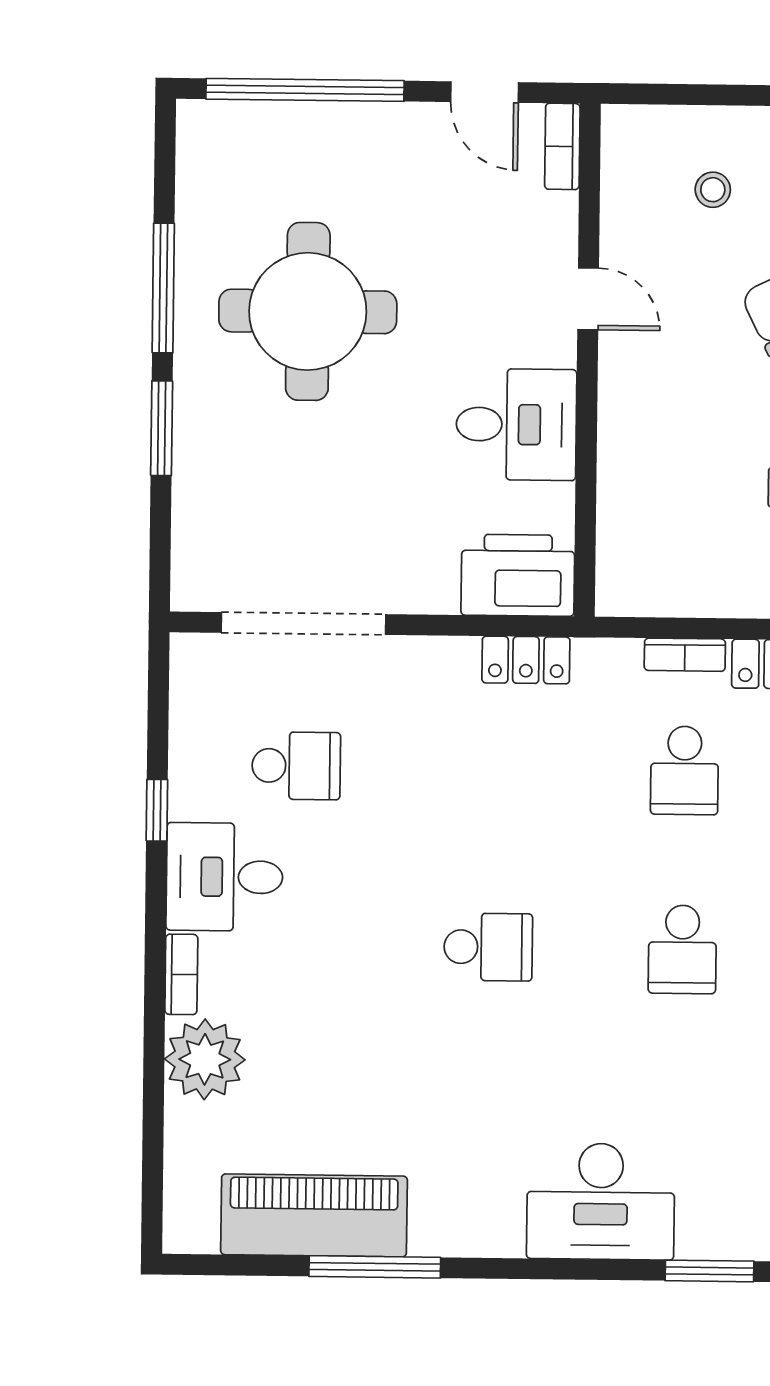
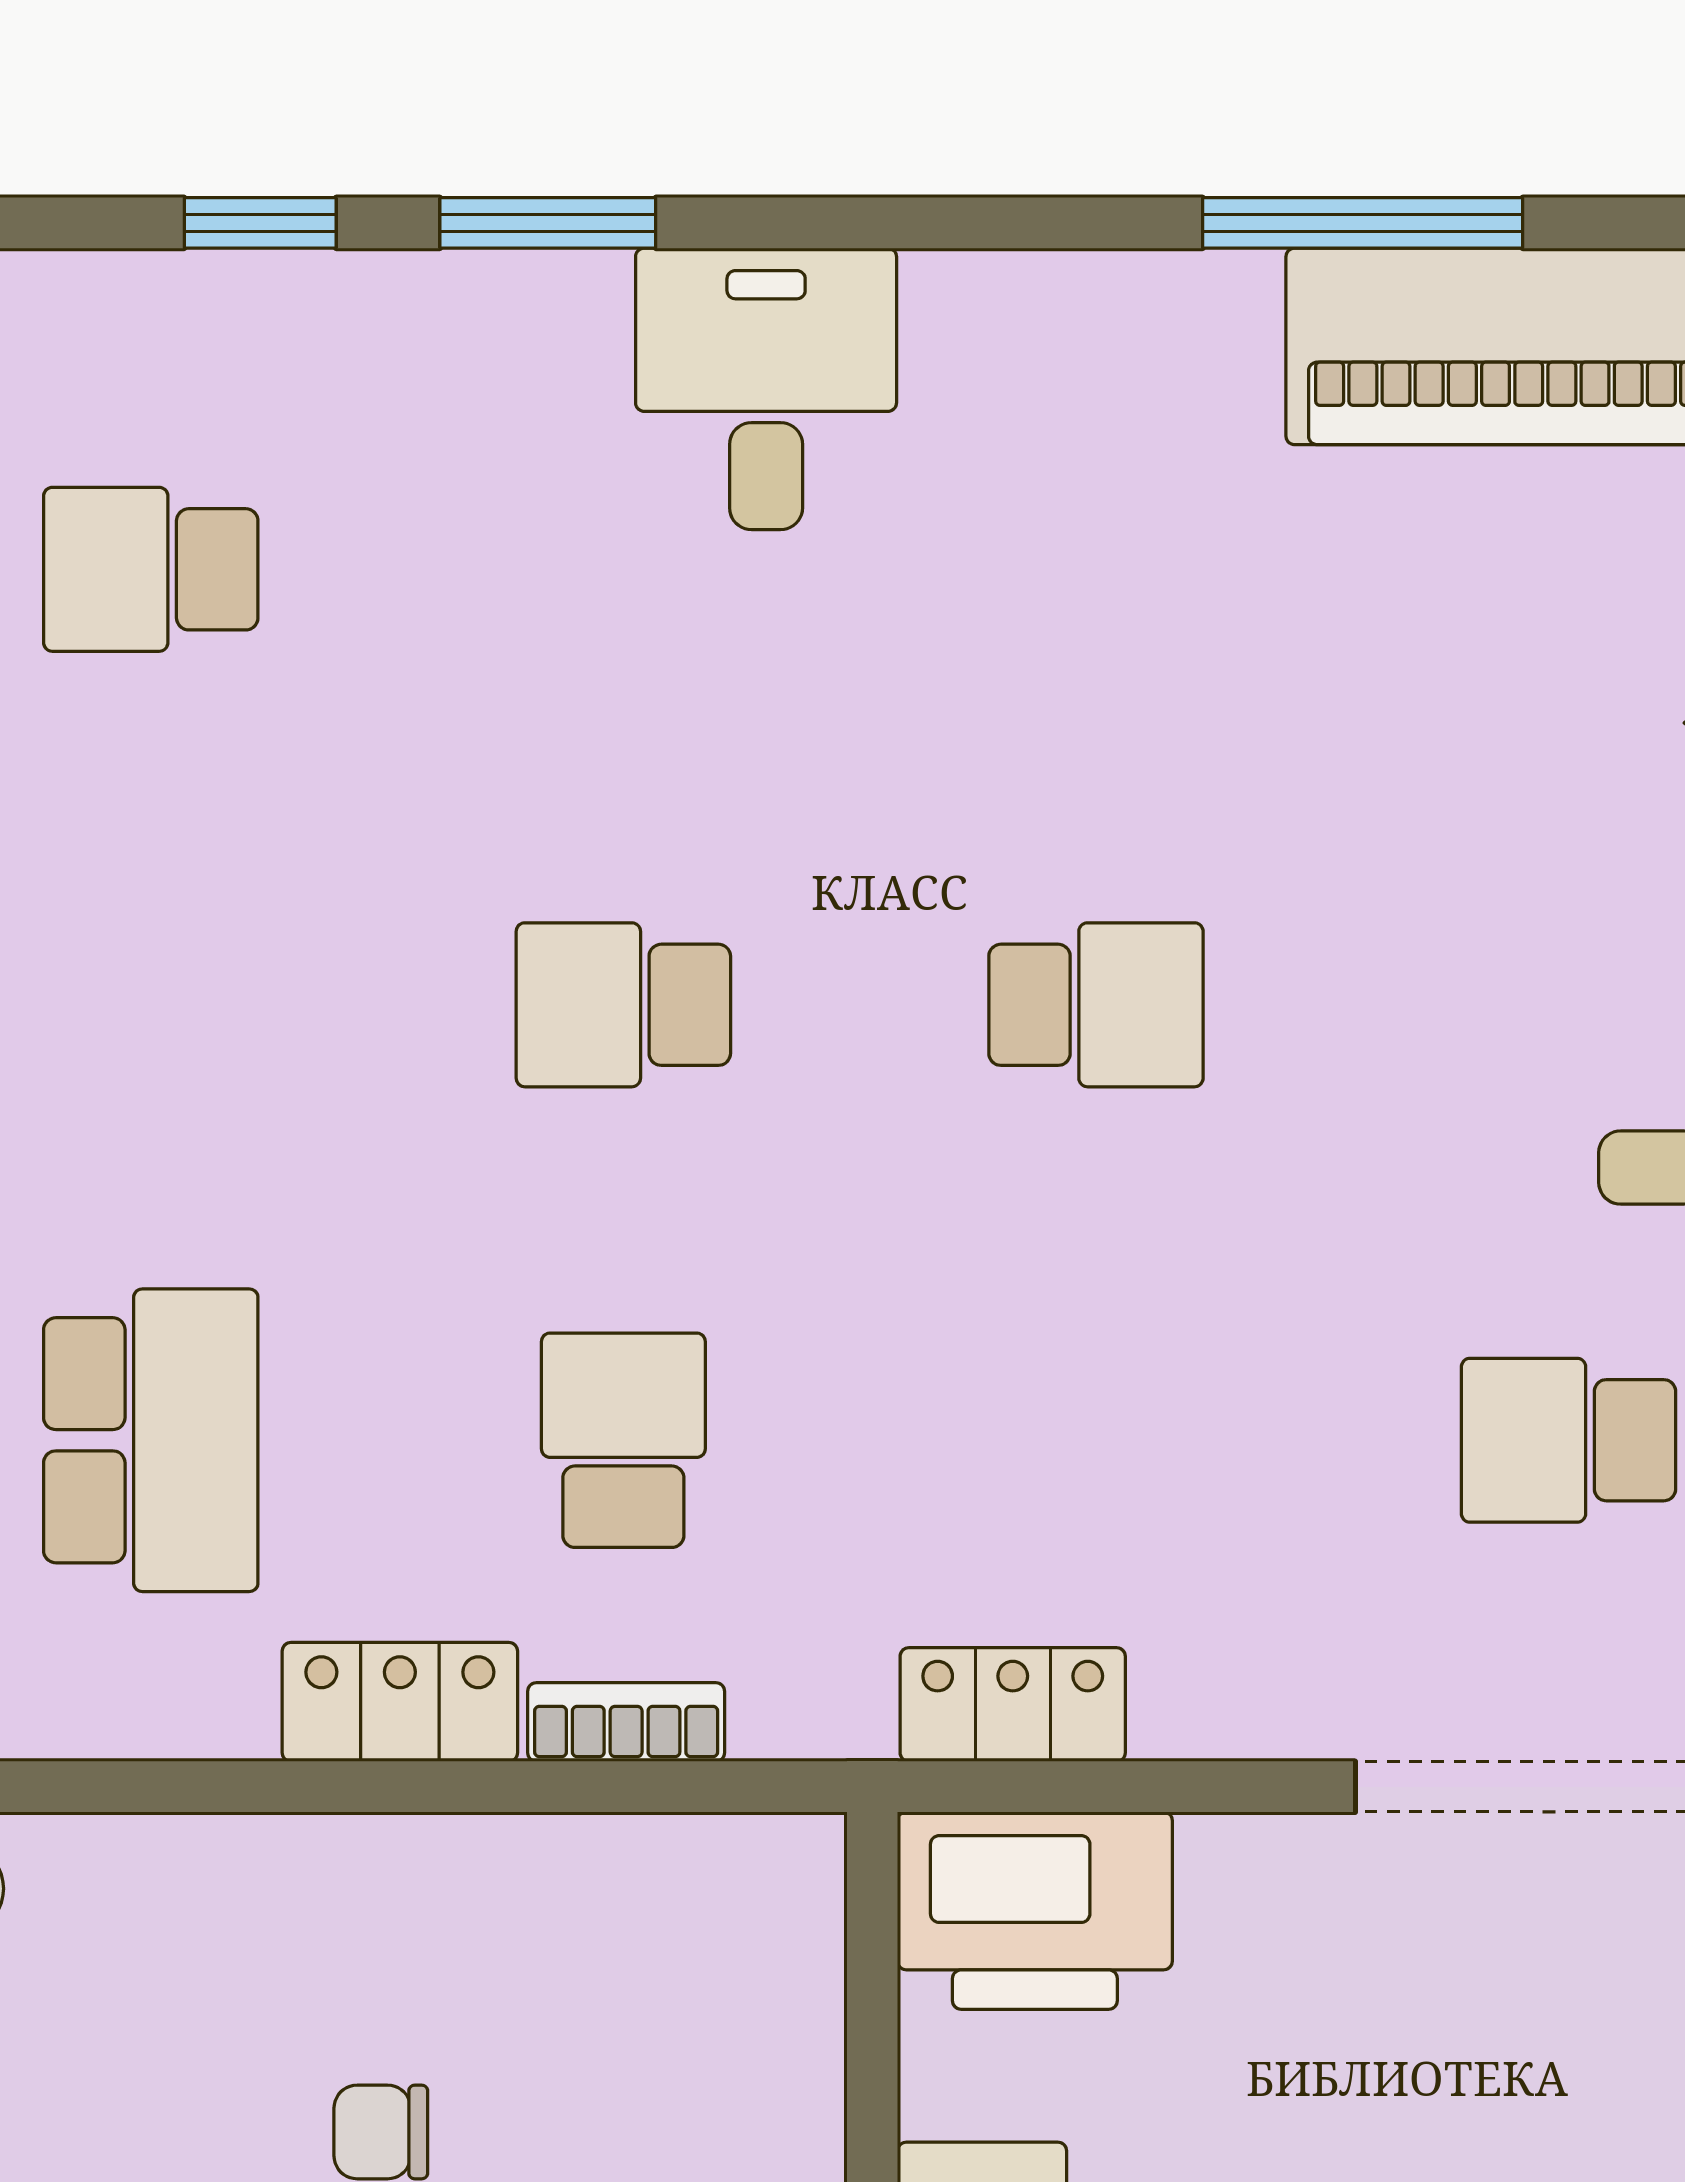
school desk: (488, 947) -> (1096, 1005), turned 180
school desk: (682, 949) -> (623, 1005), turned -90
desk: (601, 1201) -> (766, 389), width x0.73

